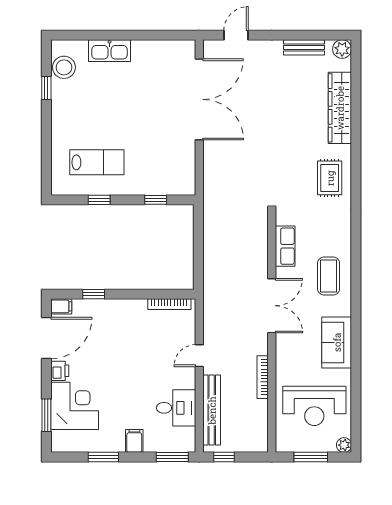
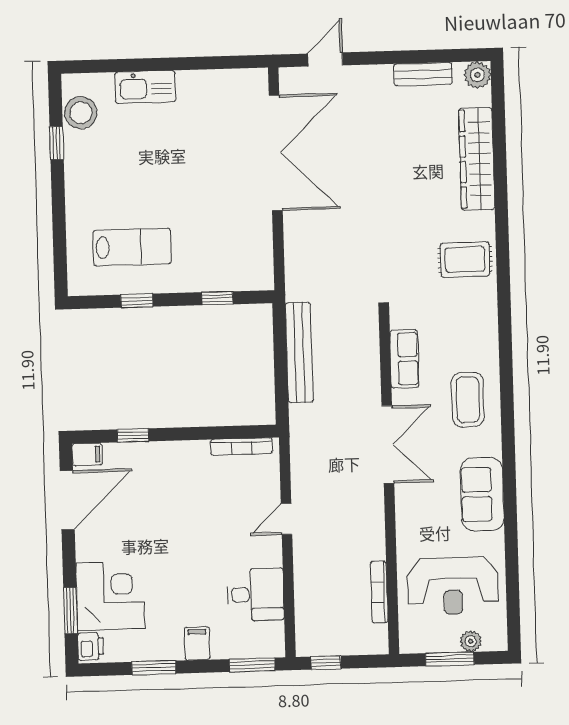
rug: (330, 178) -> (465, 259), turned 90
printer: (60, 371) -> (91, 646), moved
bookcase: (263, 377) -> (379, 592), moved
bench: (212, 410) -> (299, 352), moved
plant: (344, 445) -> (471, 641), moved

